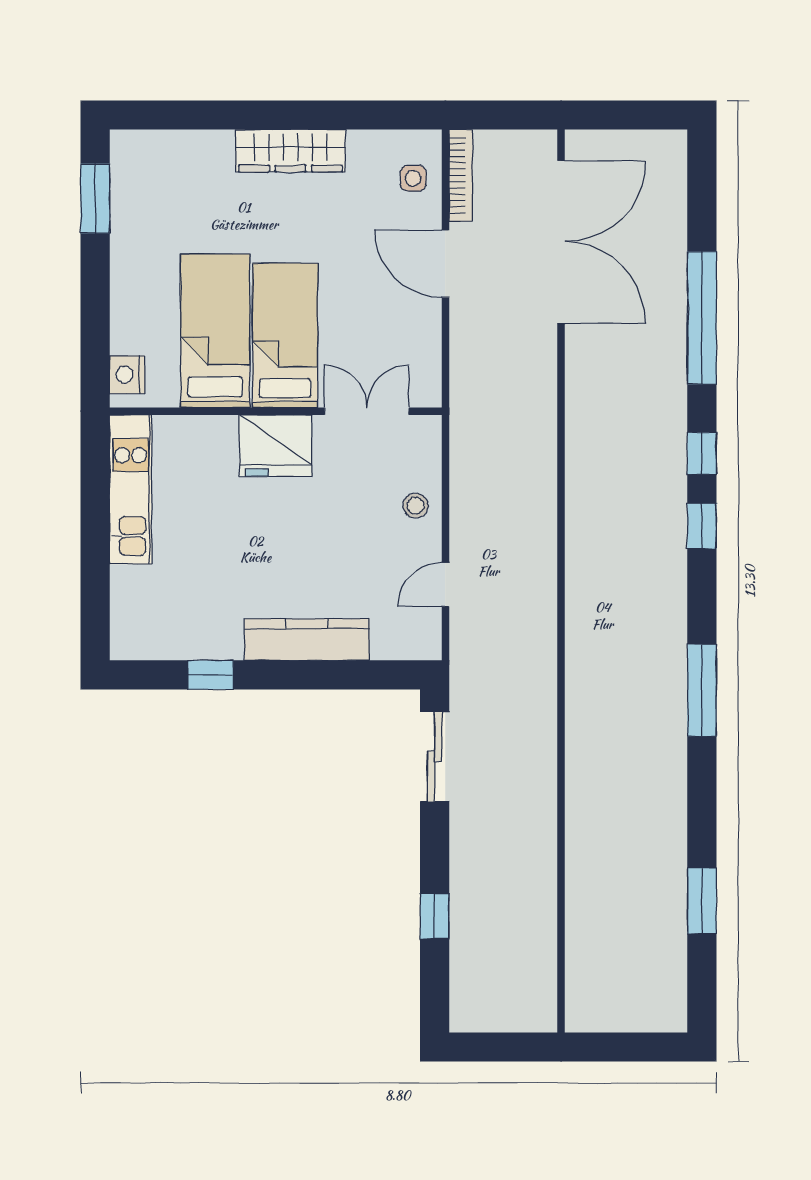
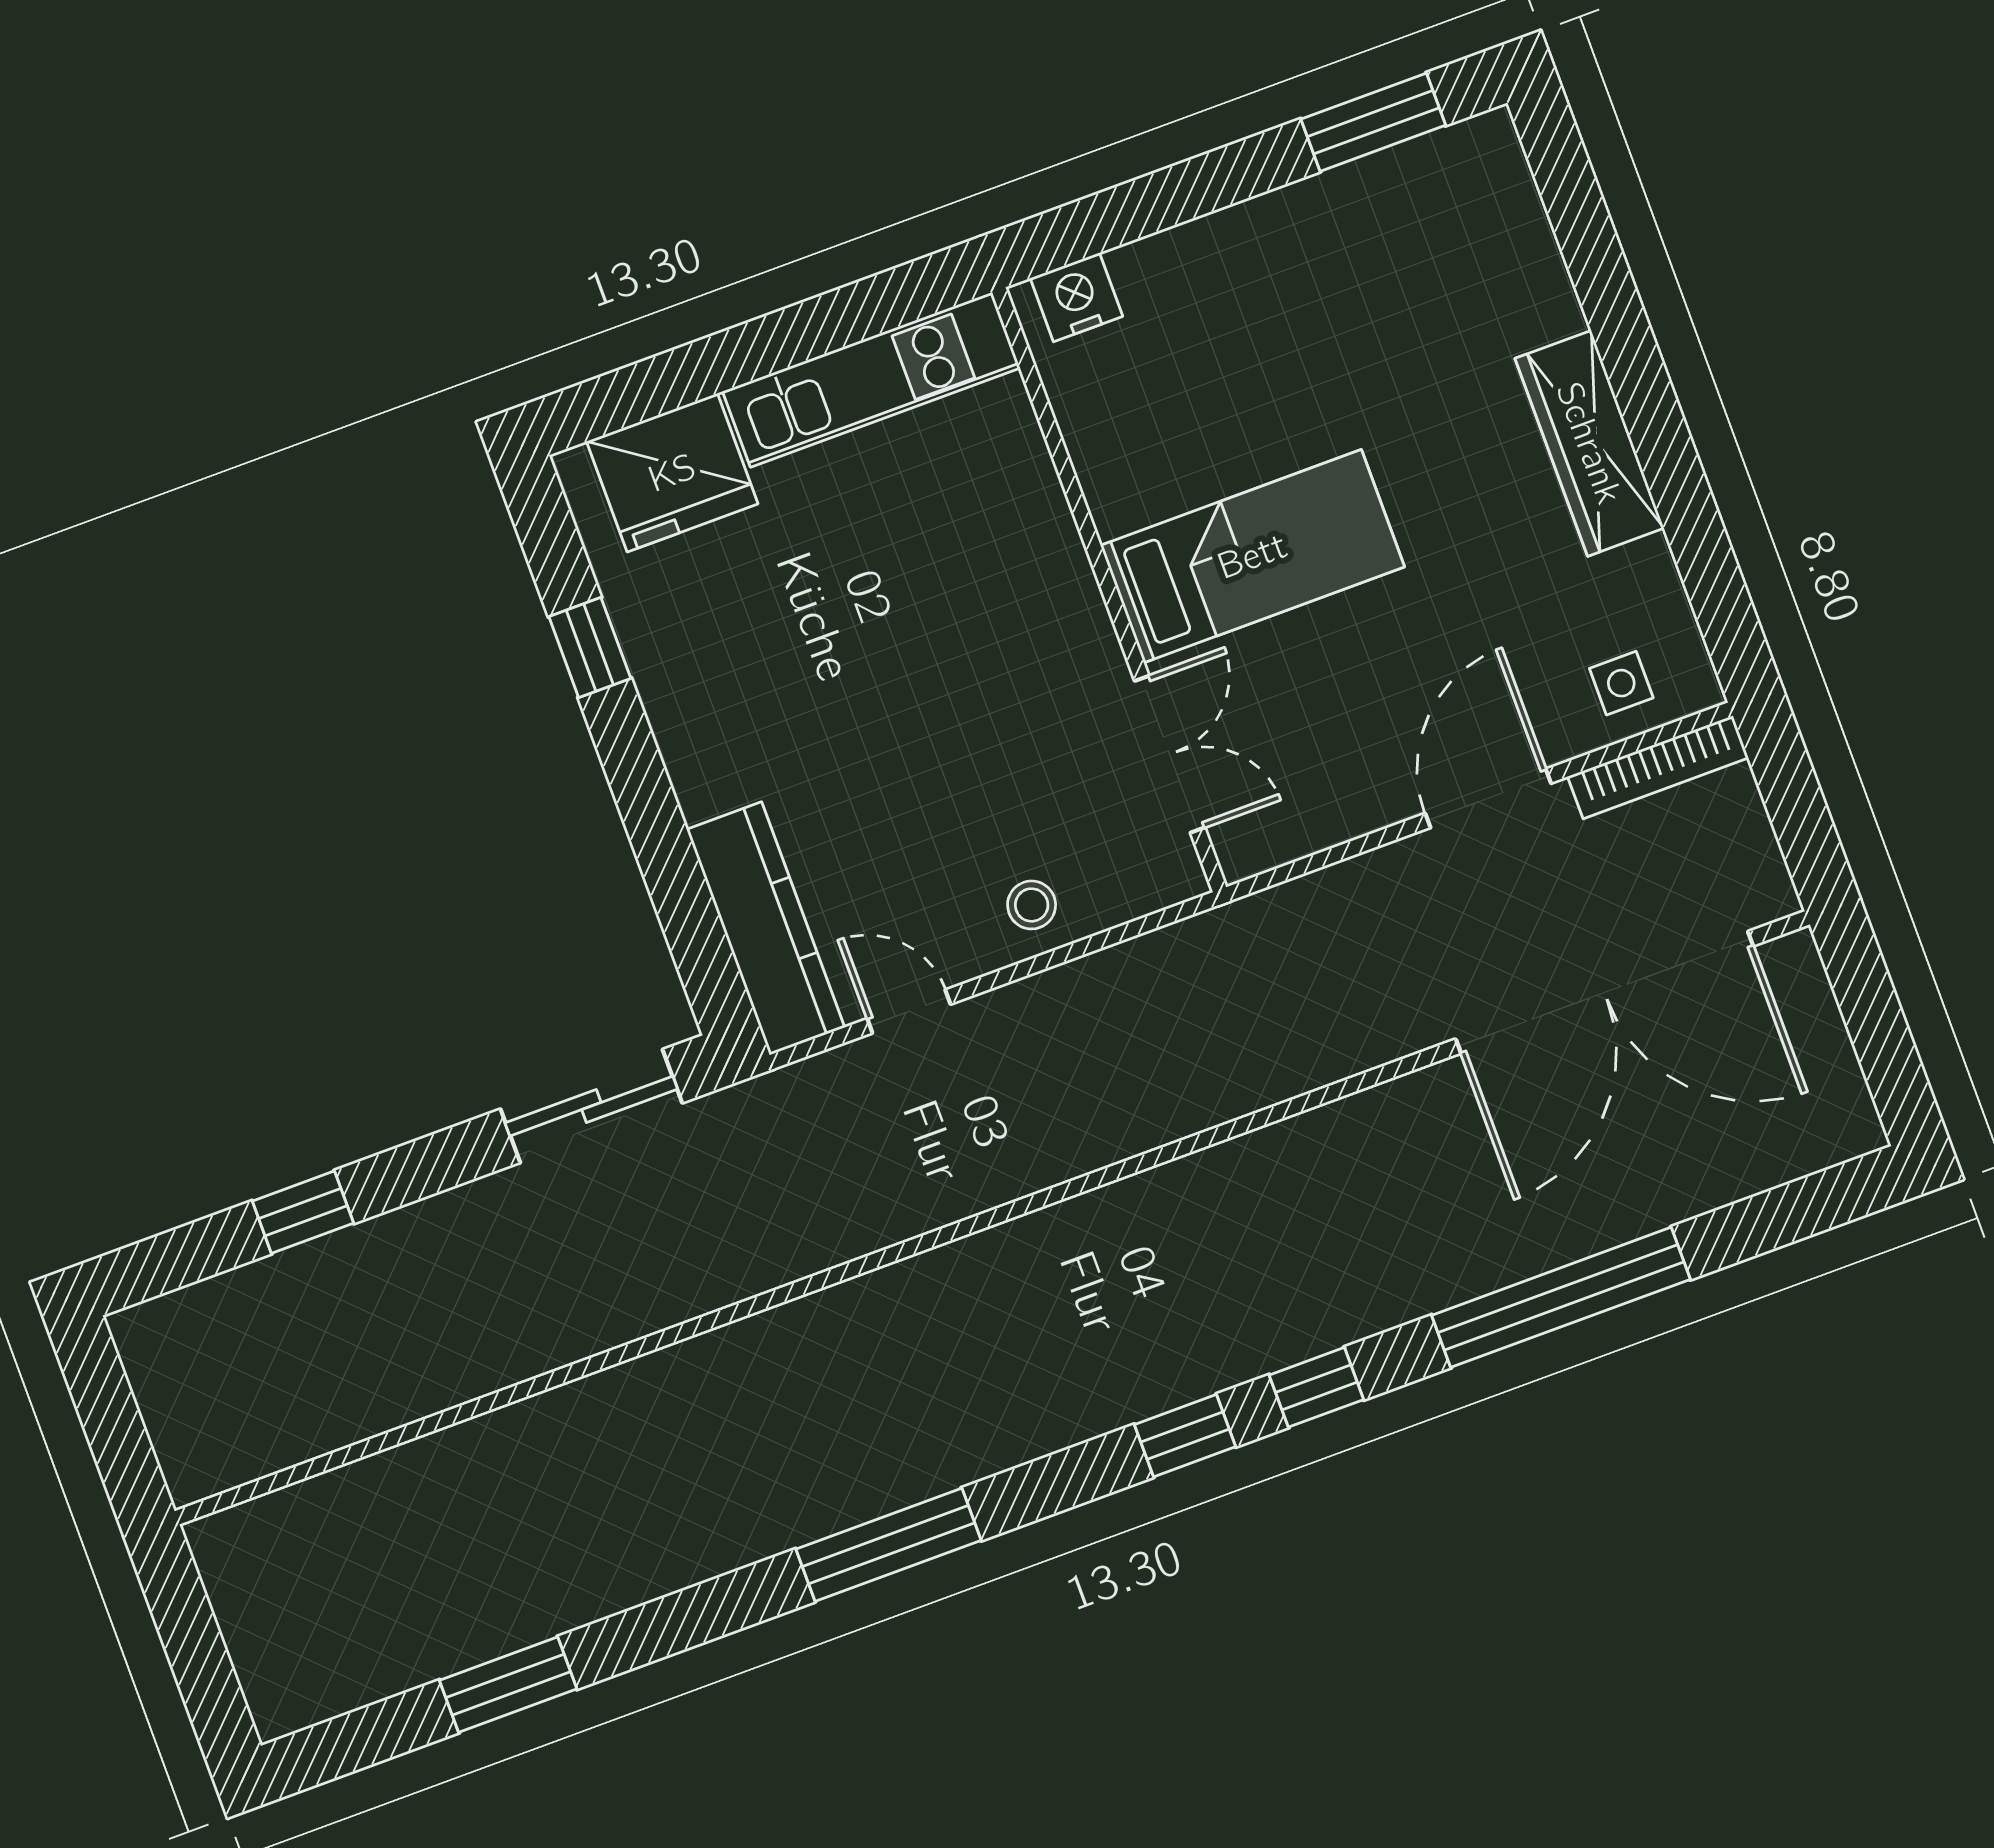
bed: (215, 331) -> (1214, 427), removed
fridge: (276, 446) -> (672, 473), moved, turned -90
kitchen counter: (307, 640) -> (766, 929), moved

